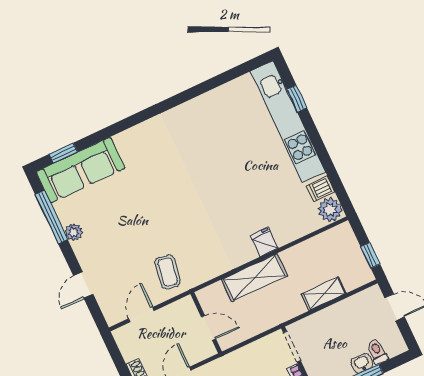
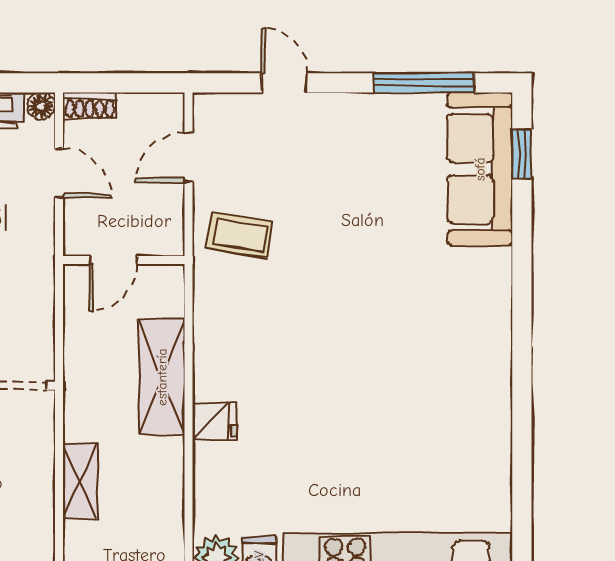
plant: (74, 232) -> (381, 108), removed
door: (141, 315) -> (188, 157), swing flipped

